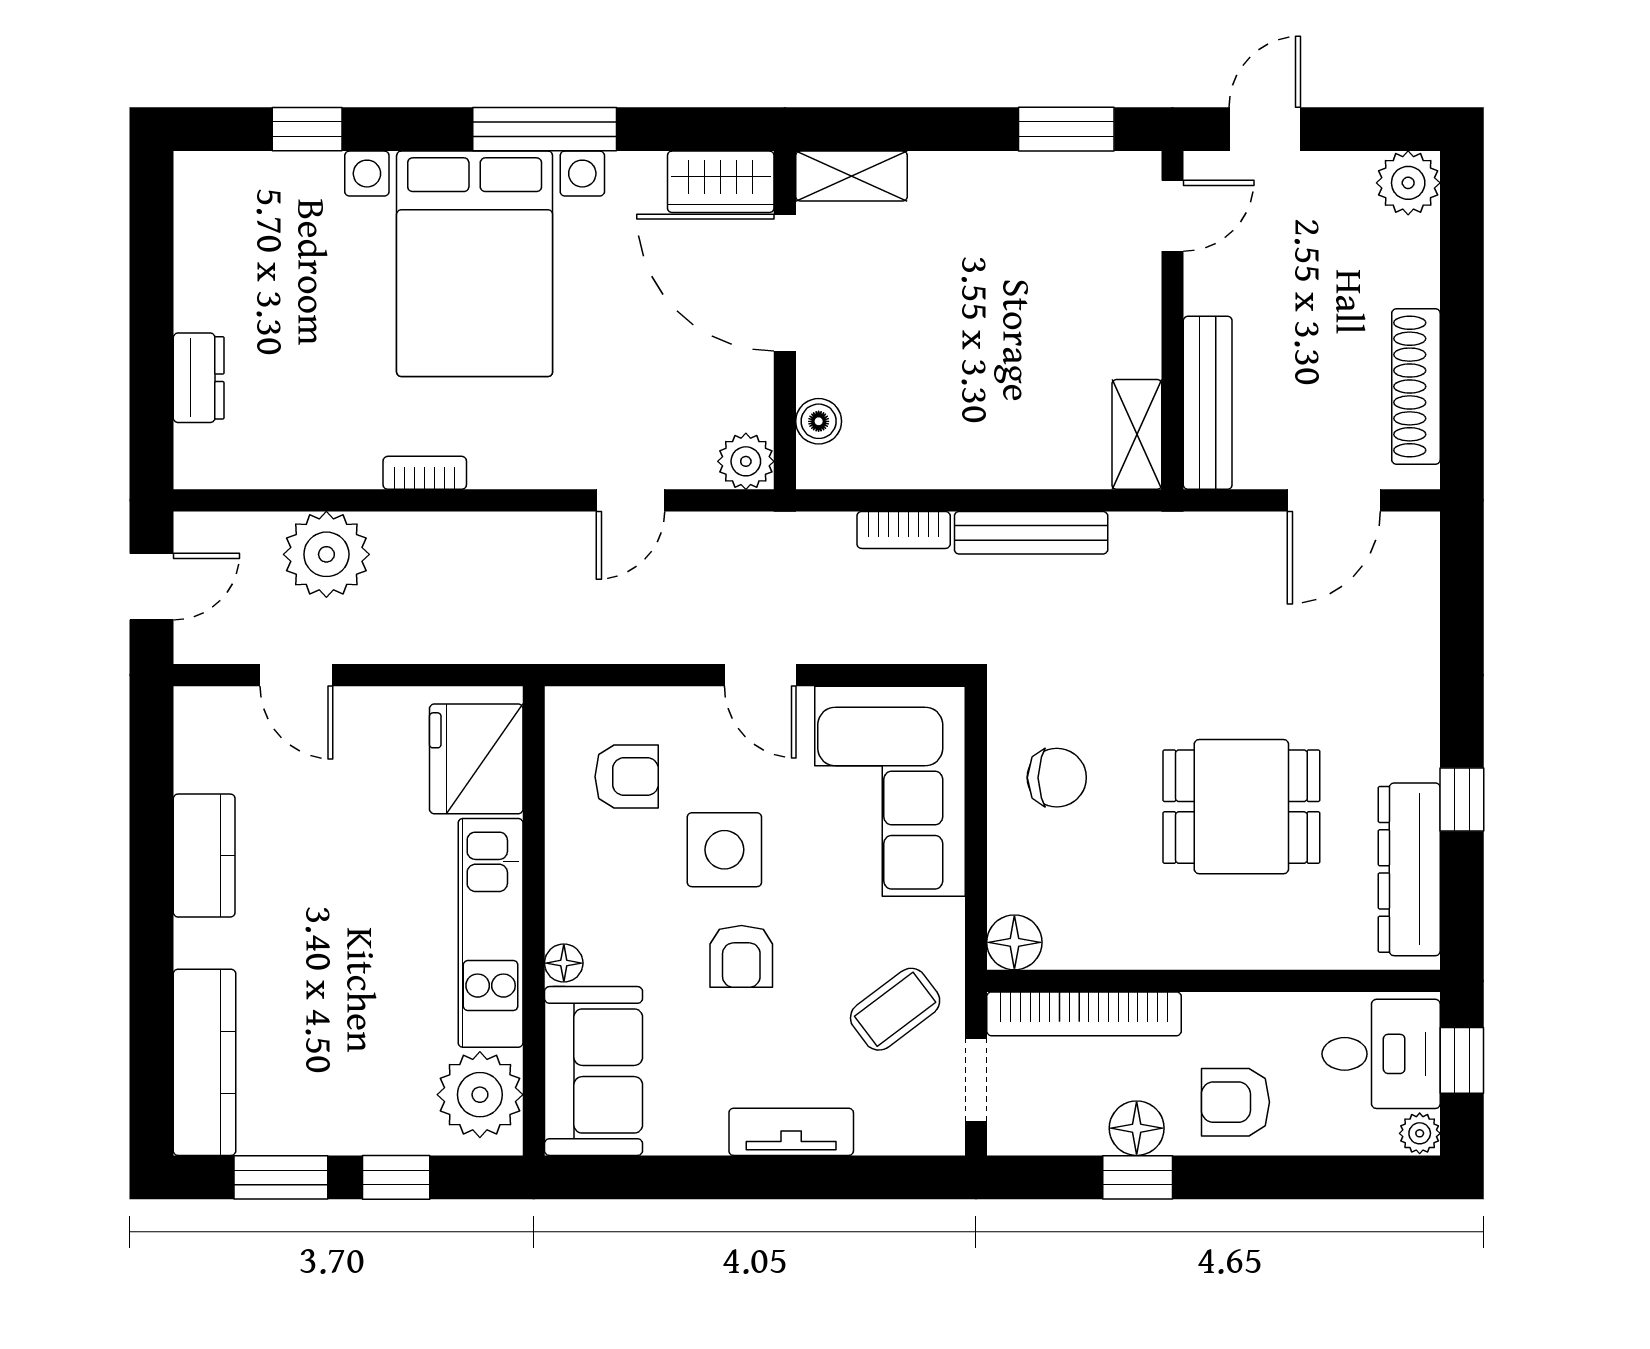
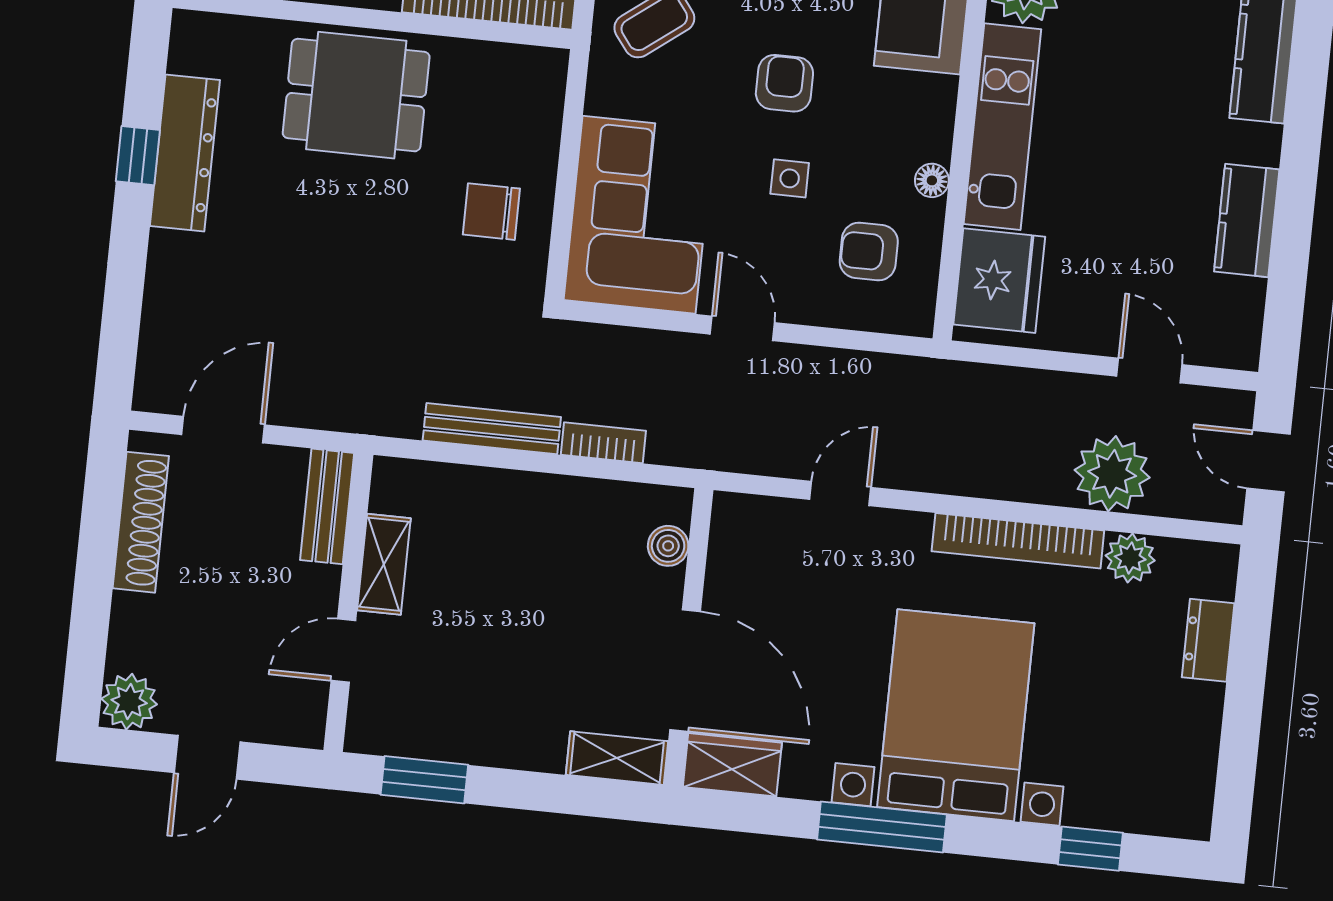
door: (1265, 129) -> (207, 757), moved
door: (1173, 216) -> (343, 651), moved
bench: (1208, 403) -> (327, 506), width x0.73
shelving: (1137, 434) -> (384, 564), moved
plant: (746, 461) -> (1130, 558), moved
bookcase: (425, 473) -> (1018, 541), width x2.31, depth x1.31
door: (152, 587) -> (1268, 461), hinge flipped
dining table: (1241, 807) -> (356, 95), moved
side table: (724, 850) -> (790, 178), width x0.54, depth x0.54
dresser: (1409, 869) -> (185, 153), moved
floor lamp: (1014, 942) -> (544, 71), removed
floor lamp: (564, 963) -> (932, 180), moved

